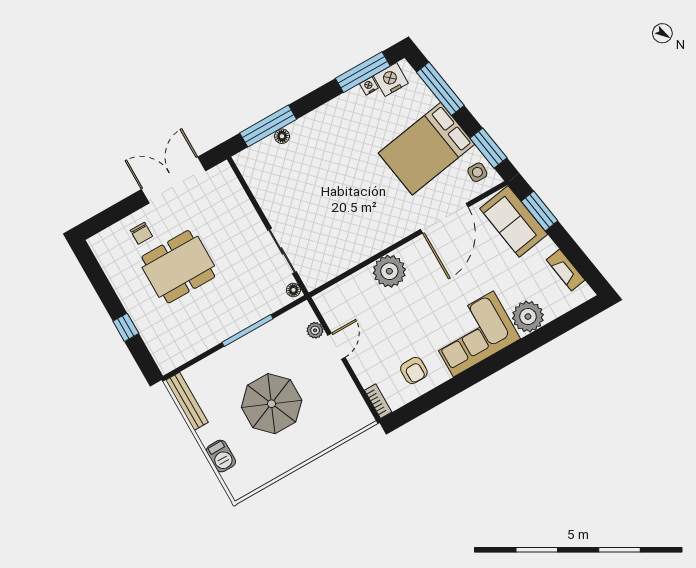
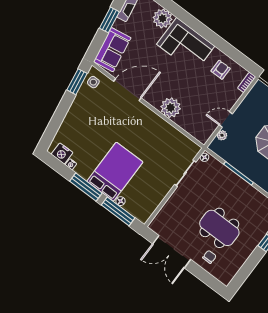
window: (363, 72) -> (86, 187), moved
window: (440, 89) -> (55, 123), removed
bed: (426, 149) -> (115, 172), moved, turned -81
window: (539, 211) -> (109, 20), moved

